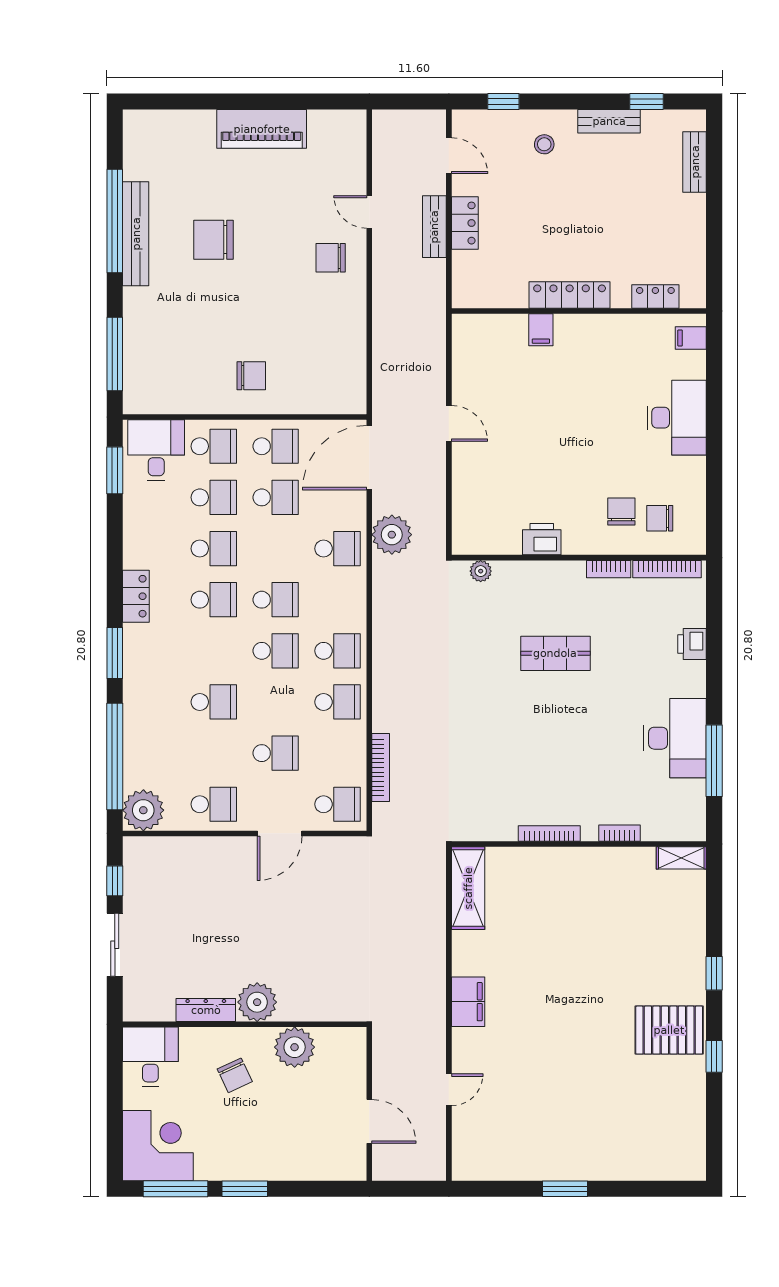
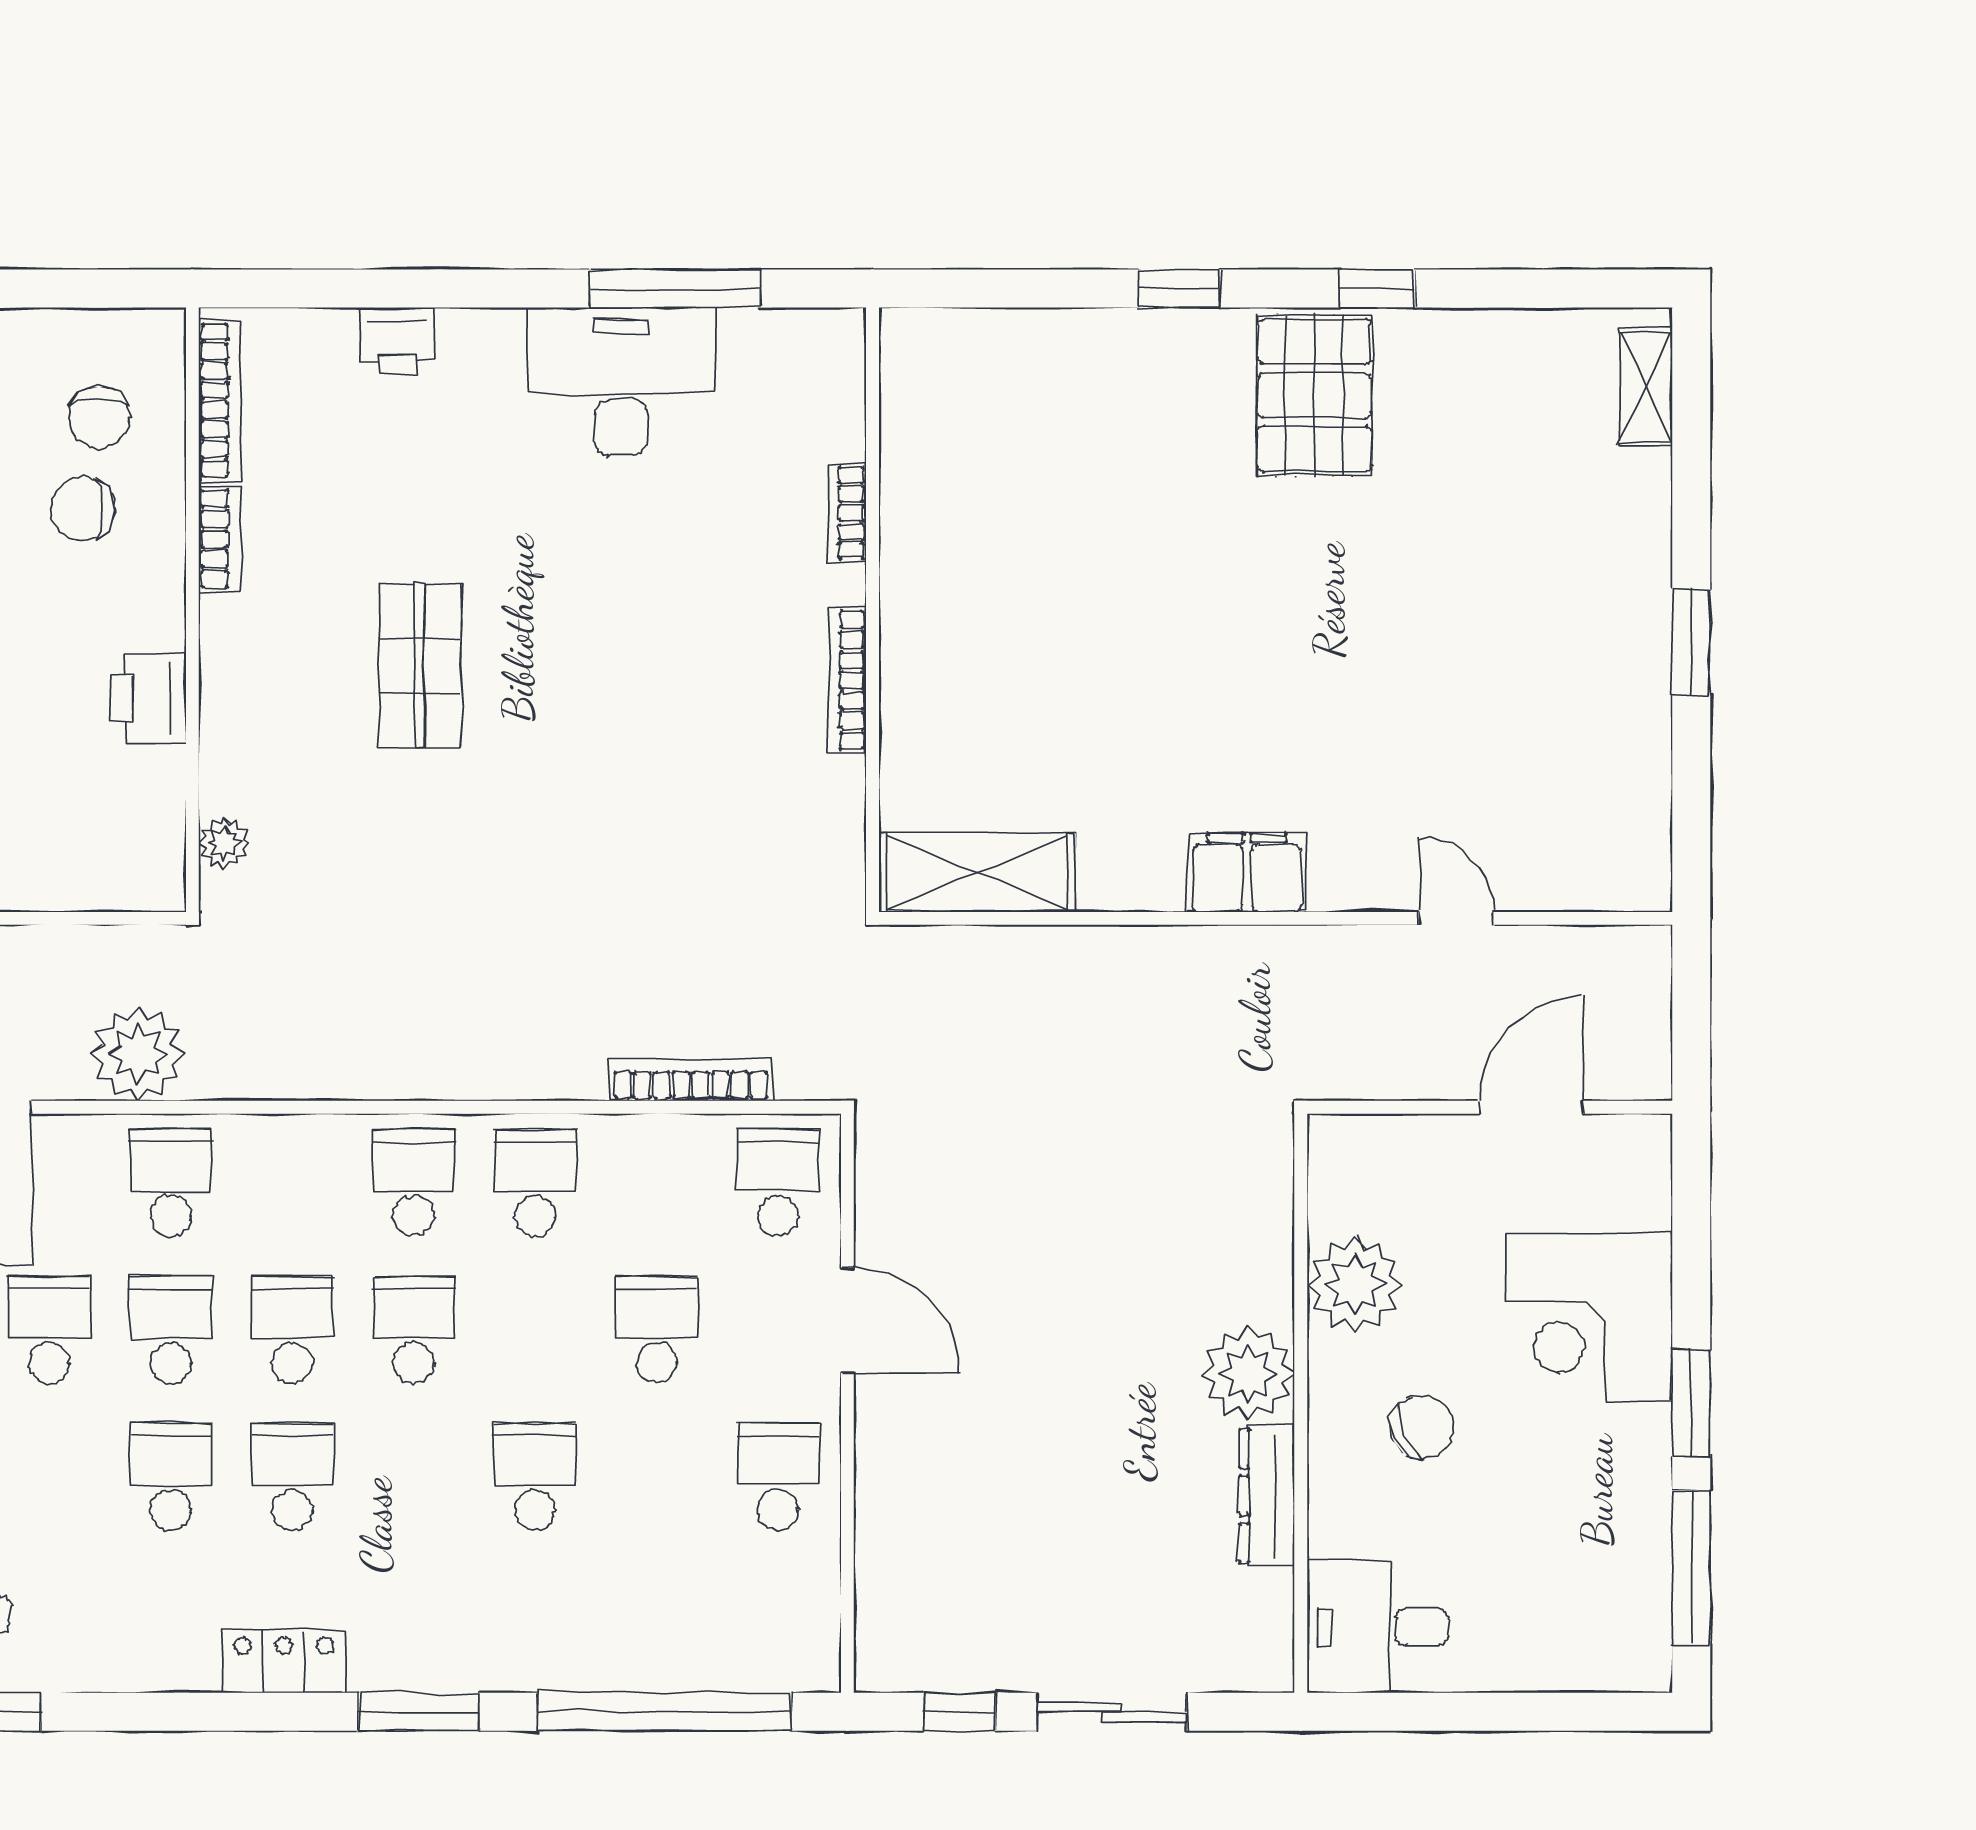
school desk: (214, 497) -> (171, 1330), moved
plant: (143, 810) -> (792, 1644), removed
shelving: (681, 858) -> (1646, 387), moved
corner desk: (158, 1146) -> (1589, 1317), moved, turned -90

